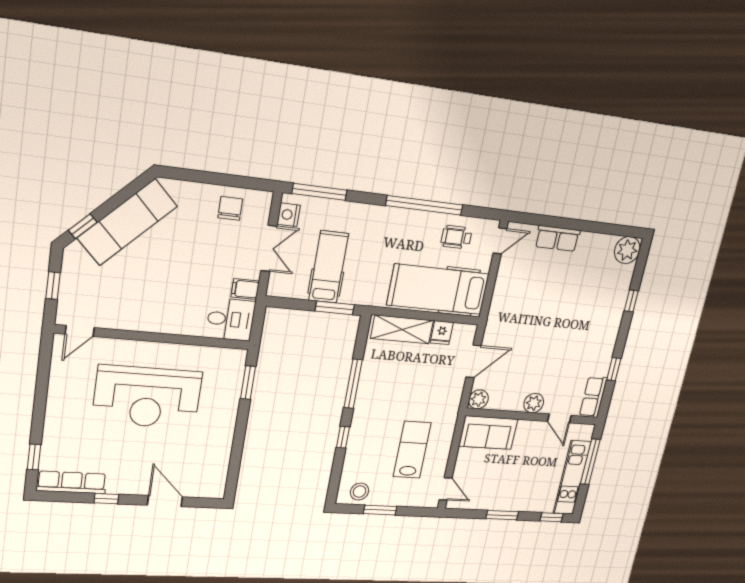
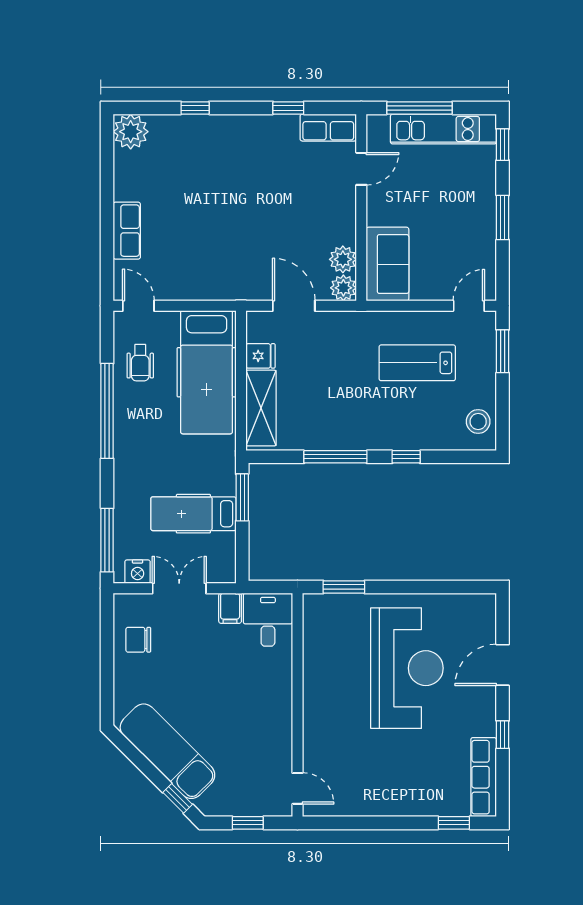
reception desk: (147, 397) -> (407, 668), moved
plant: (534, 403) -> (343, 259), moved
window: (380, 510) -> (503, 351), moved

